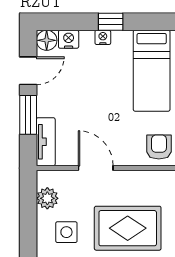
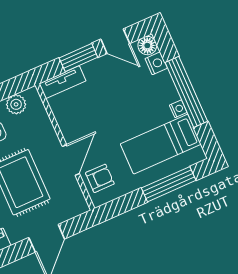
window: (111, 22) -> (186, 92), width x3.17
nightstand: (103, 37) -> (178, 109), moved
door: (96, 168) -> (71, 160), moved

